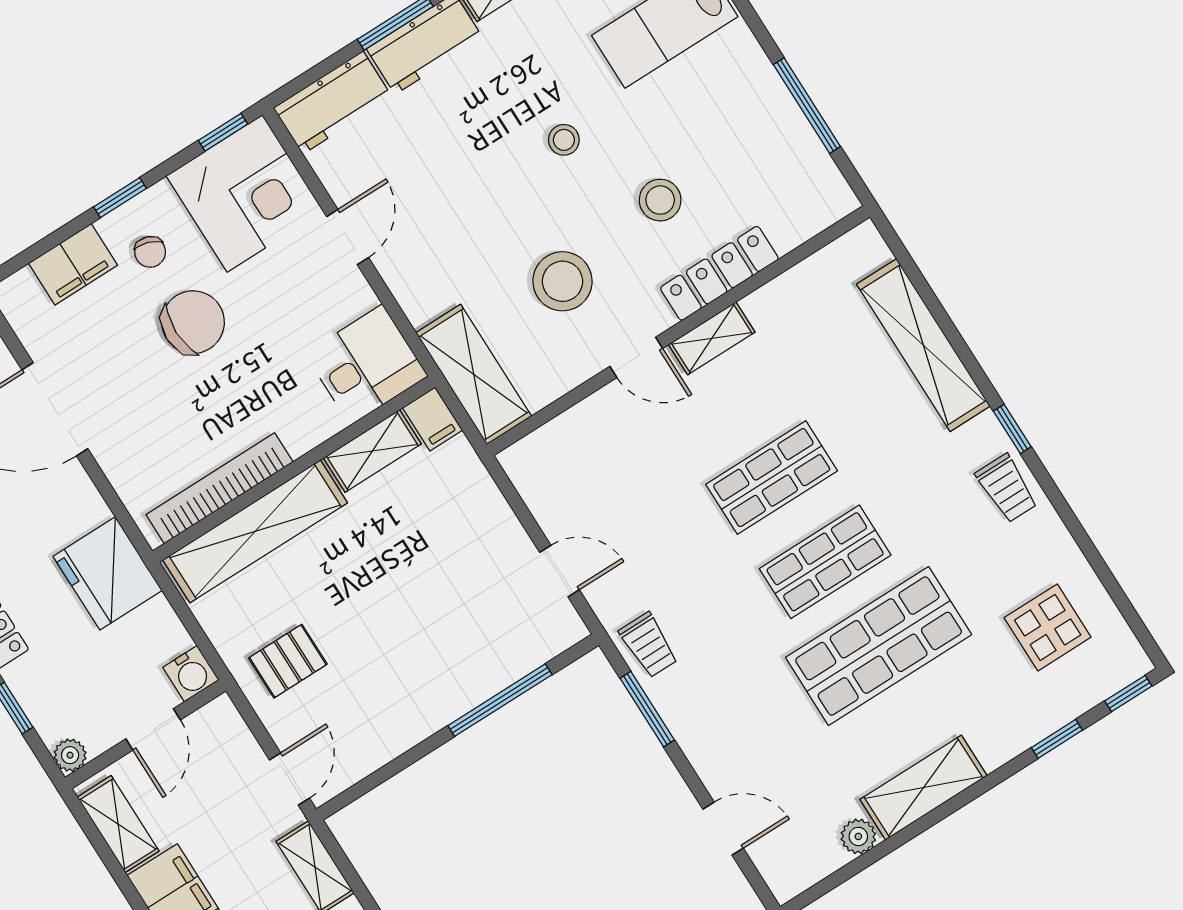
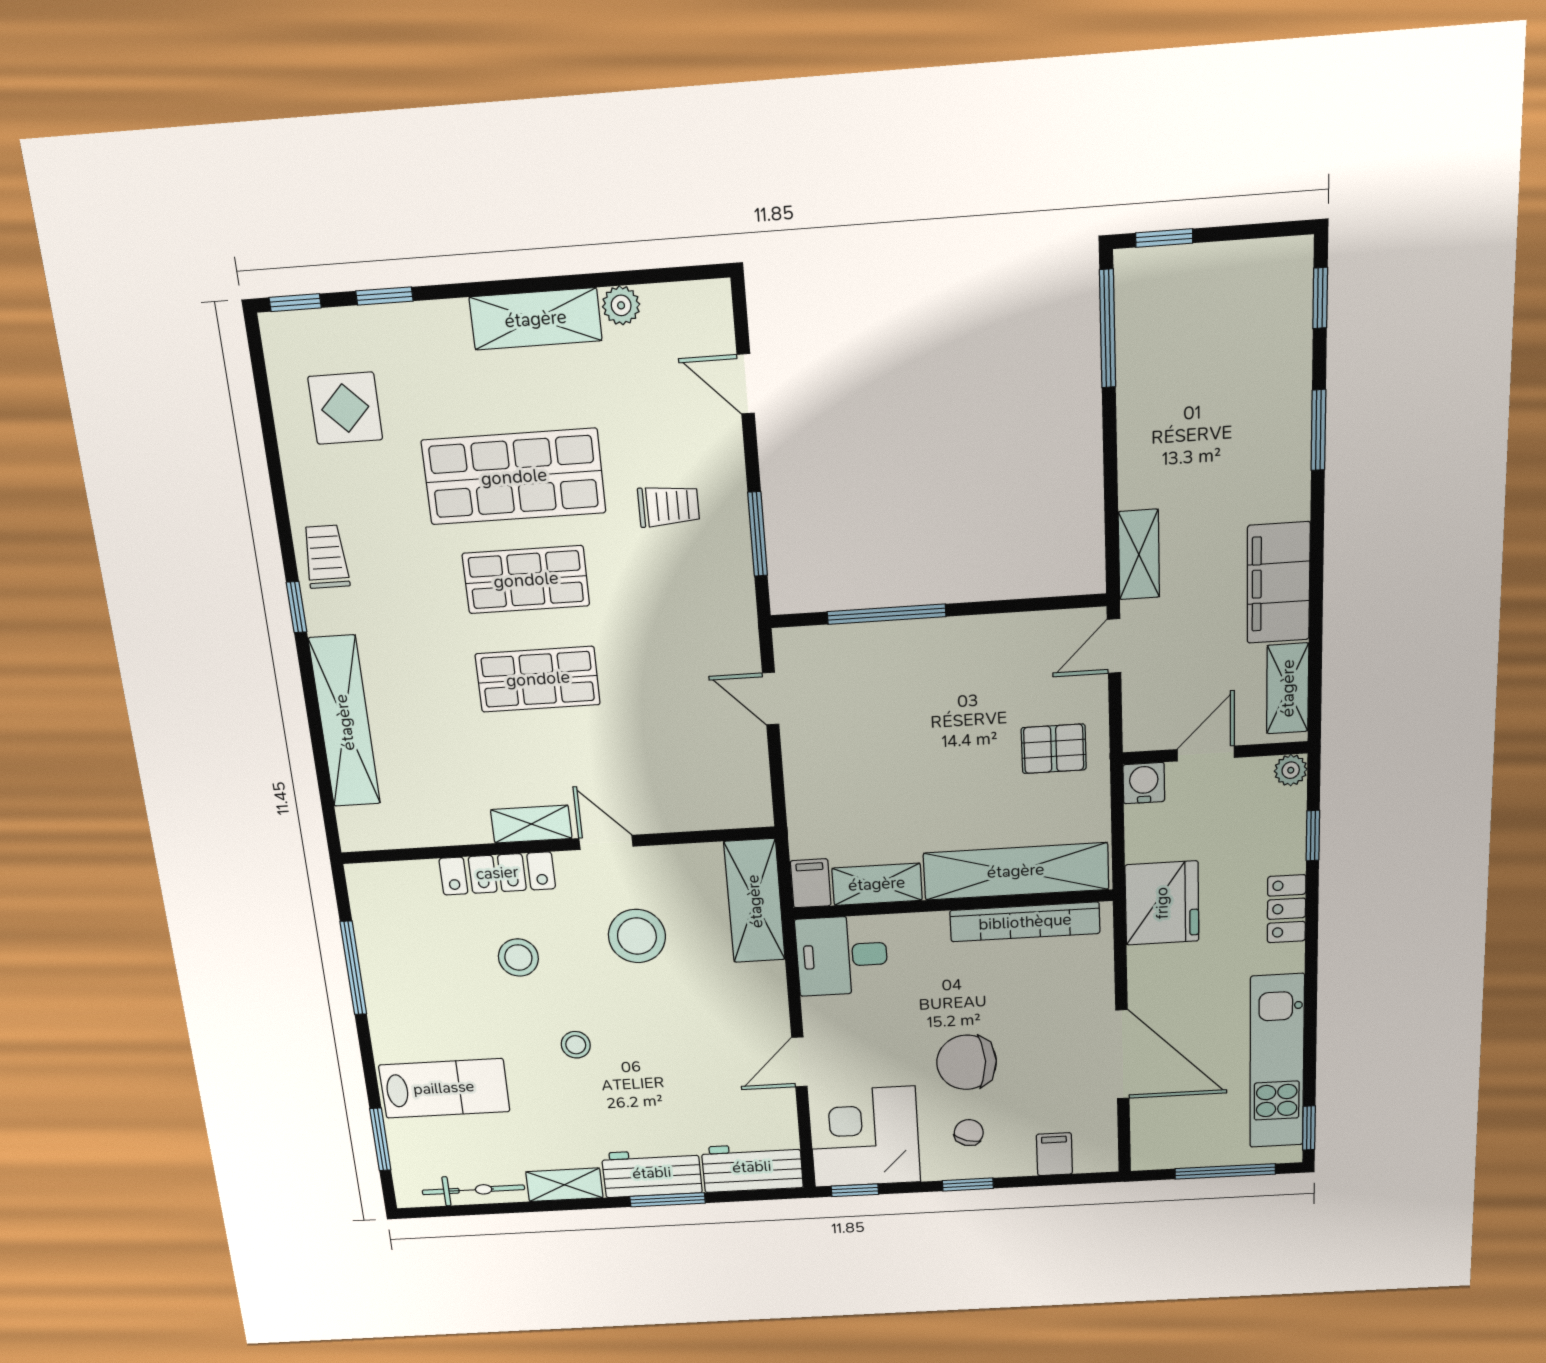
filing cabinet: (73, 264) -> (1054, 1154), width x0.50
trolley: (649, 645) -> (669, 506), moved, turned 90

